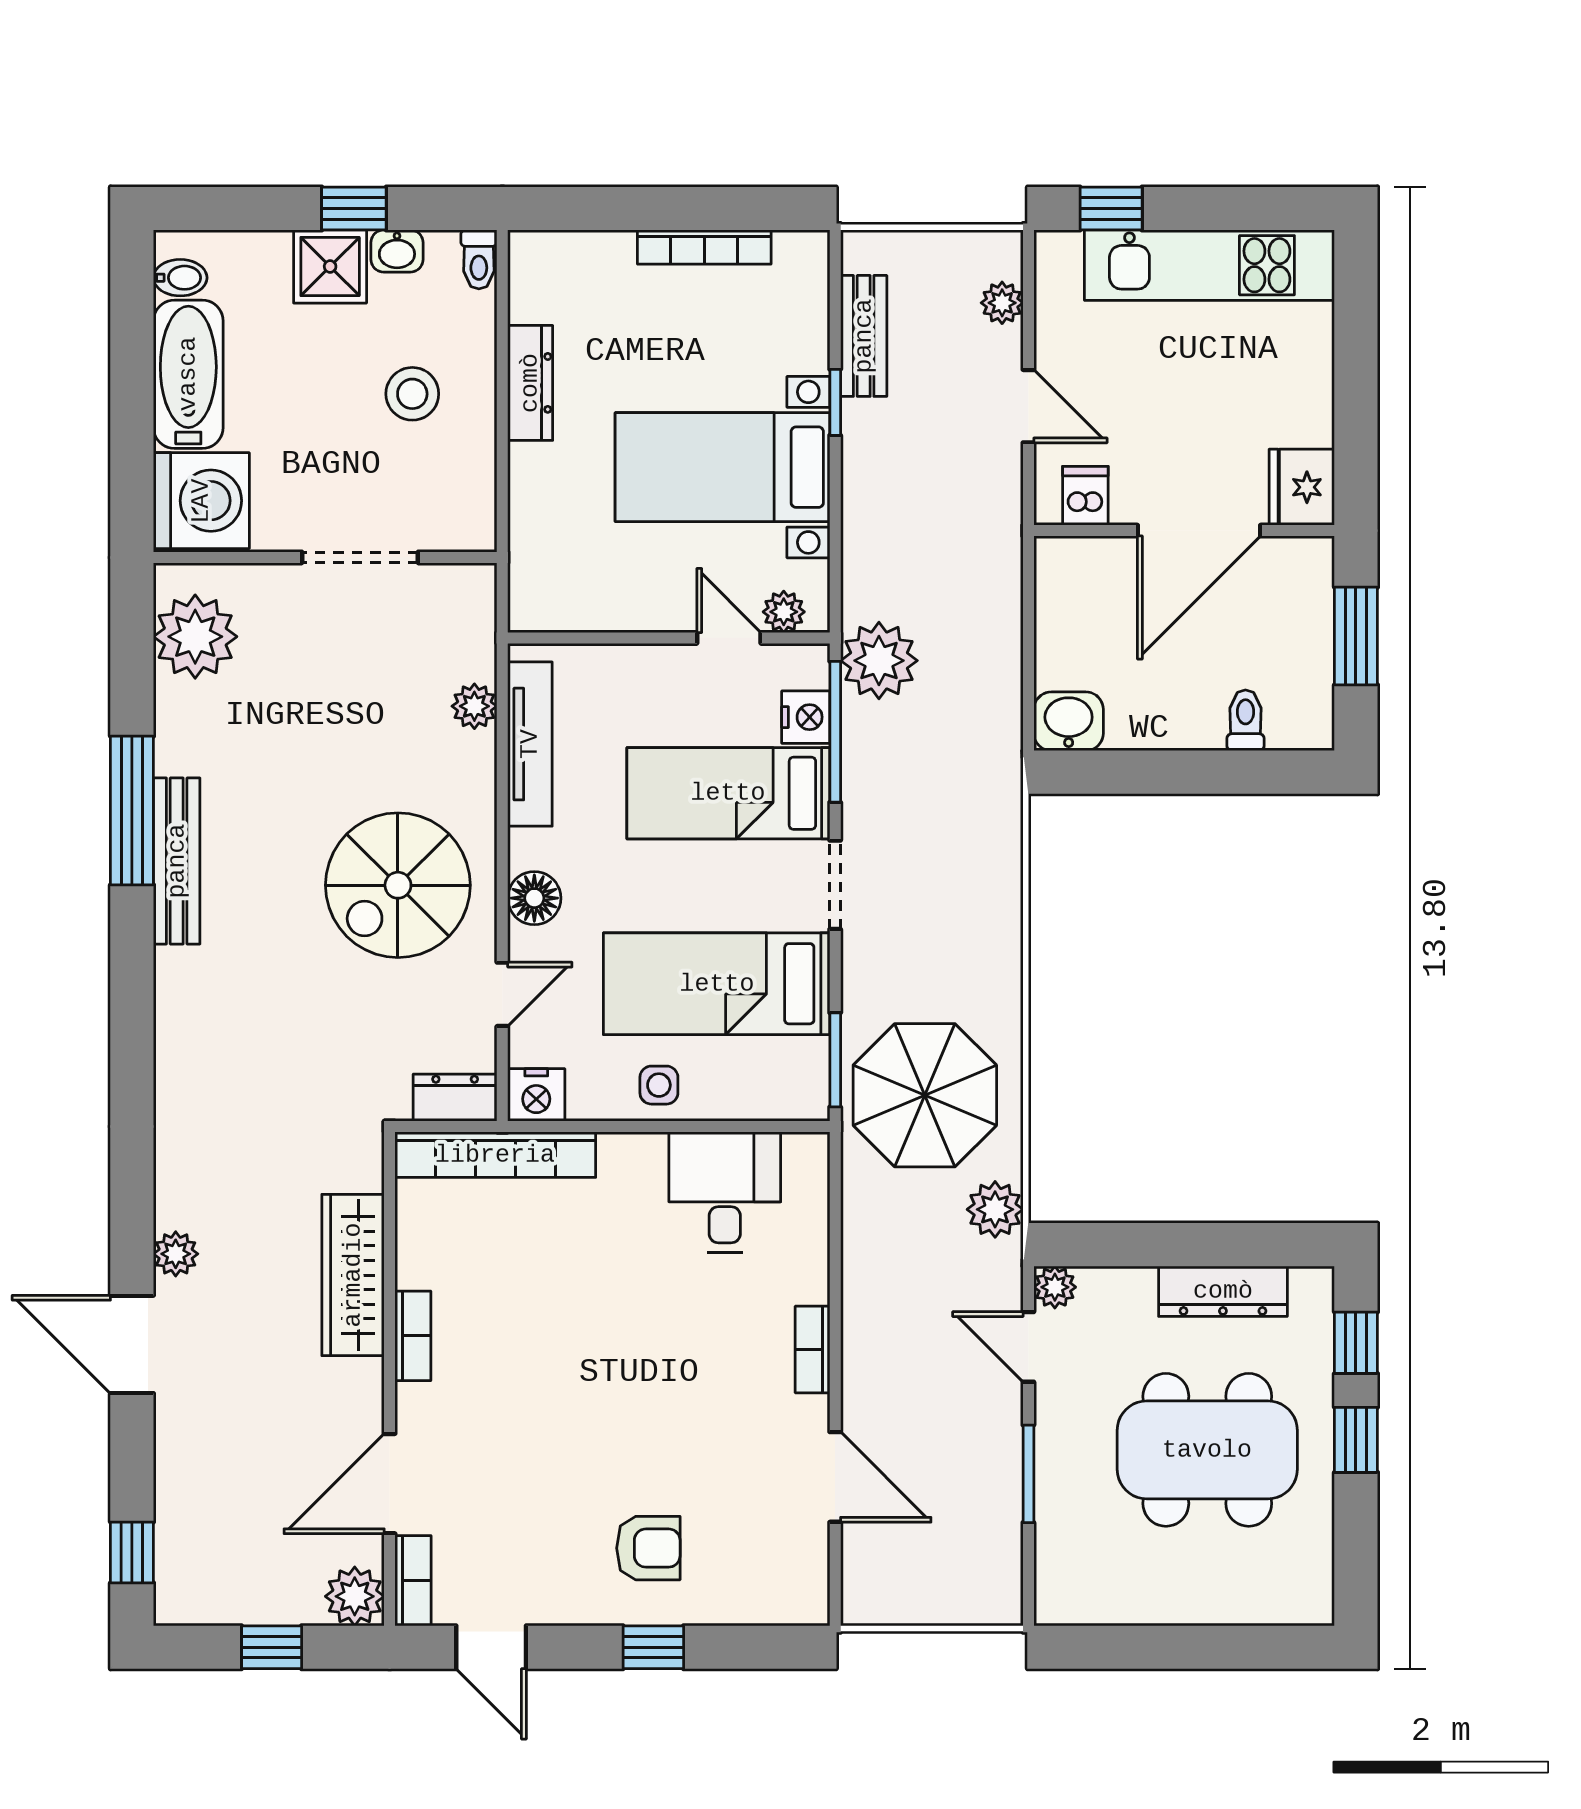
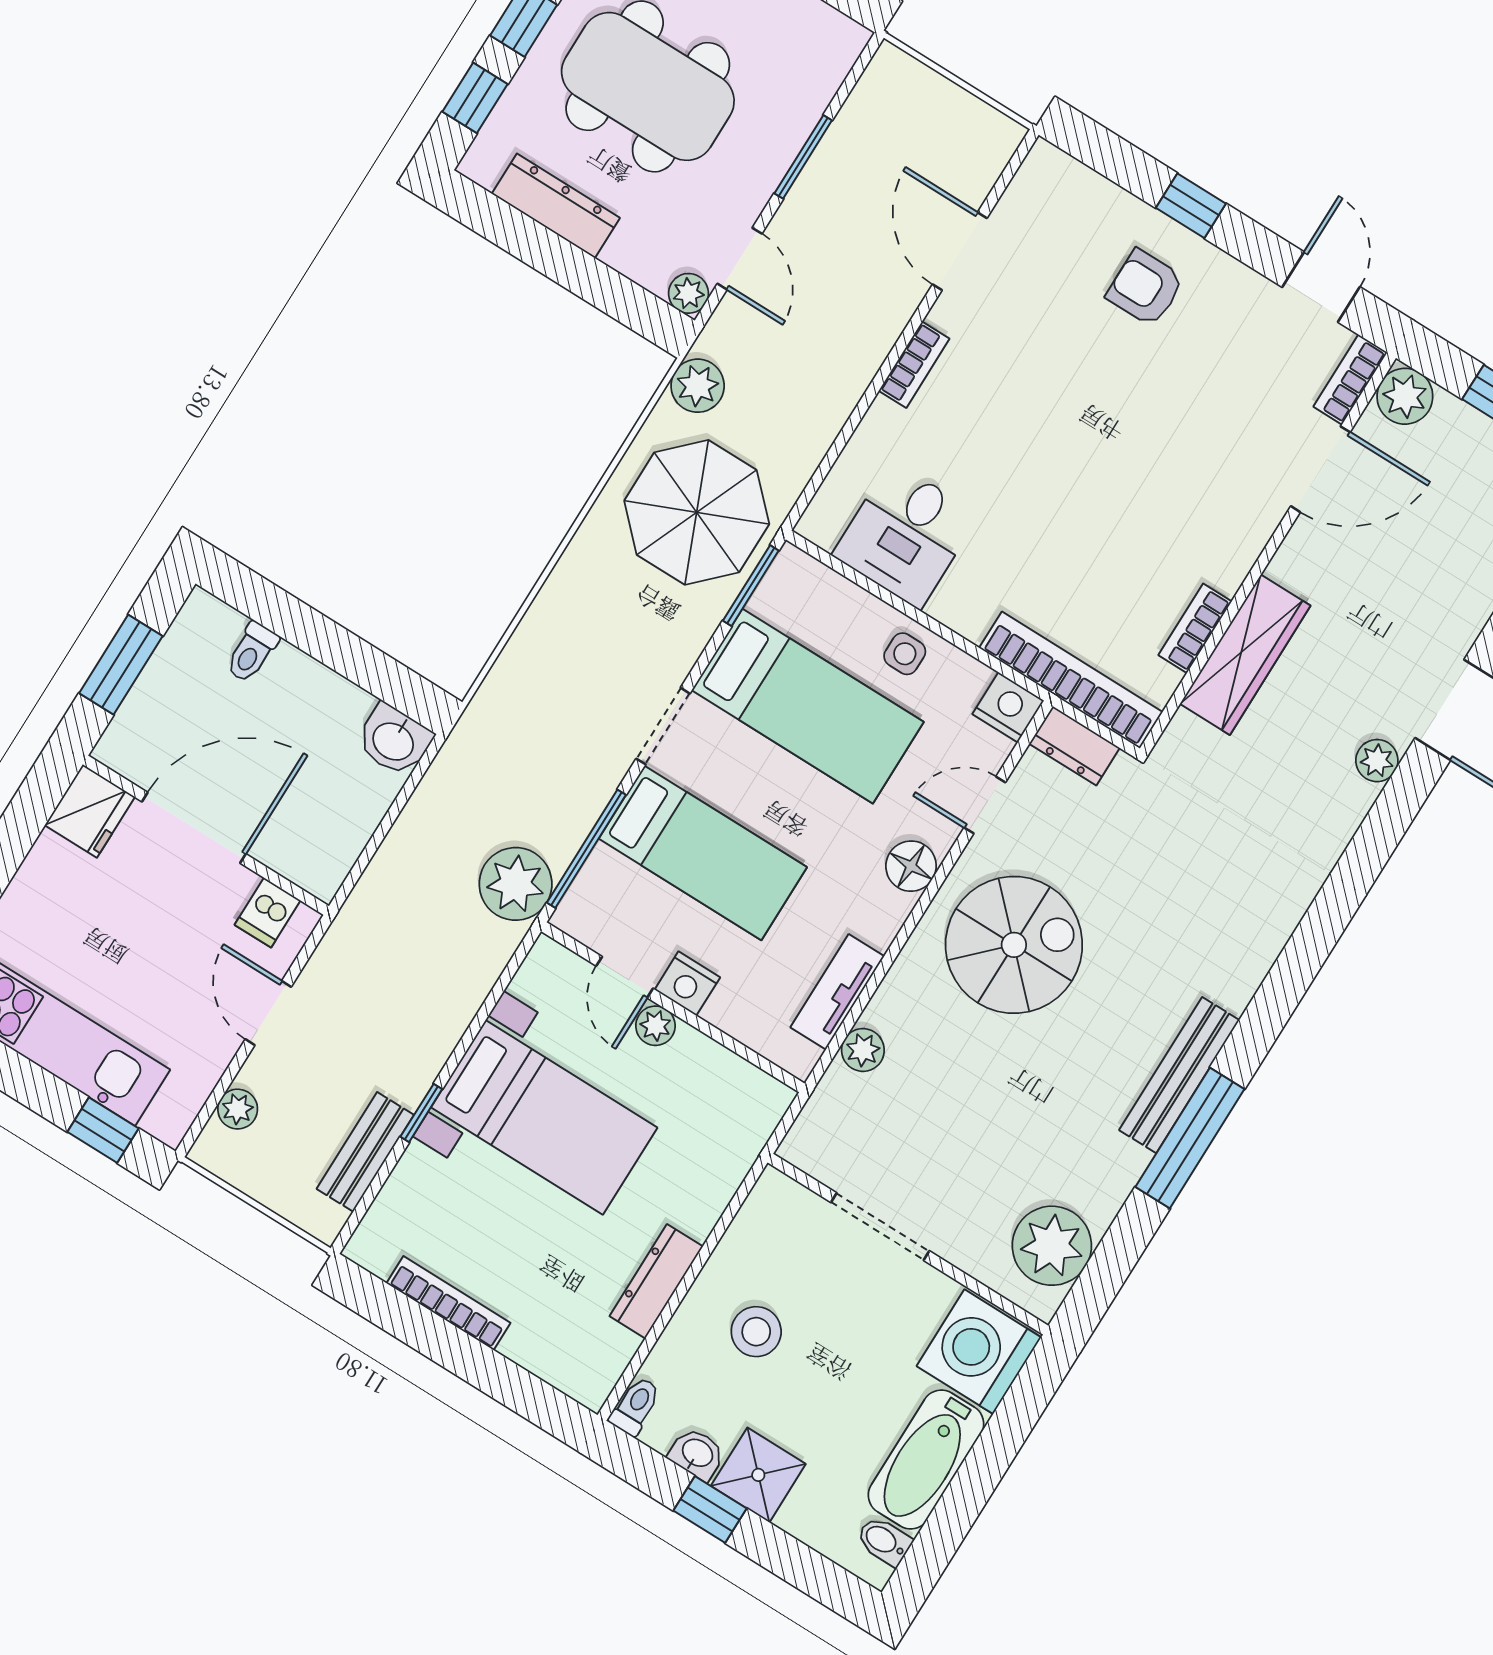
plant: (784, 612) -> (655, 1026), moved
nightstand: (806, 717) -> (687, 984), moved, turned -90
tv unit: (530, 744) -> (837, 992), width x0.71
bookcase: (413, 1336) -> (1195, 628), moved

